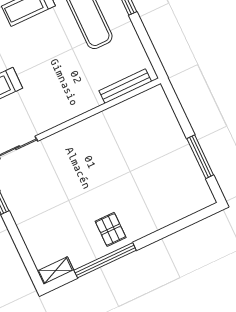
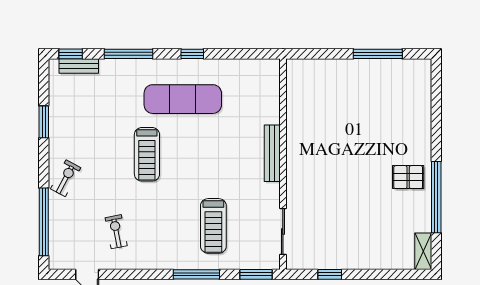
bench: (125, 86) -> (272, 153), moved

